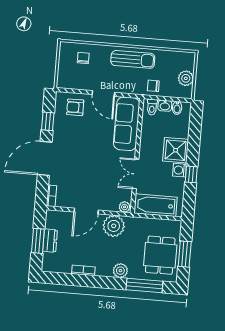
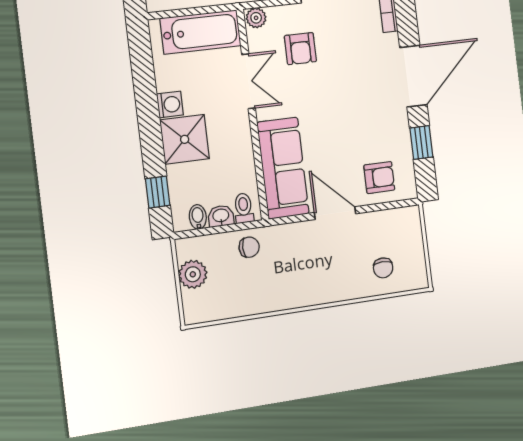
sun lounger: (133, 59) -> (296, 286), removed
window: (191, 174) -> (158, 192), moved
armchair: (104, 186) -> (300, 49), added

